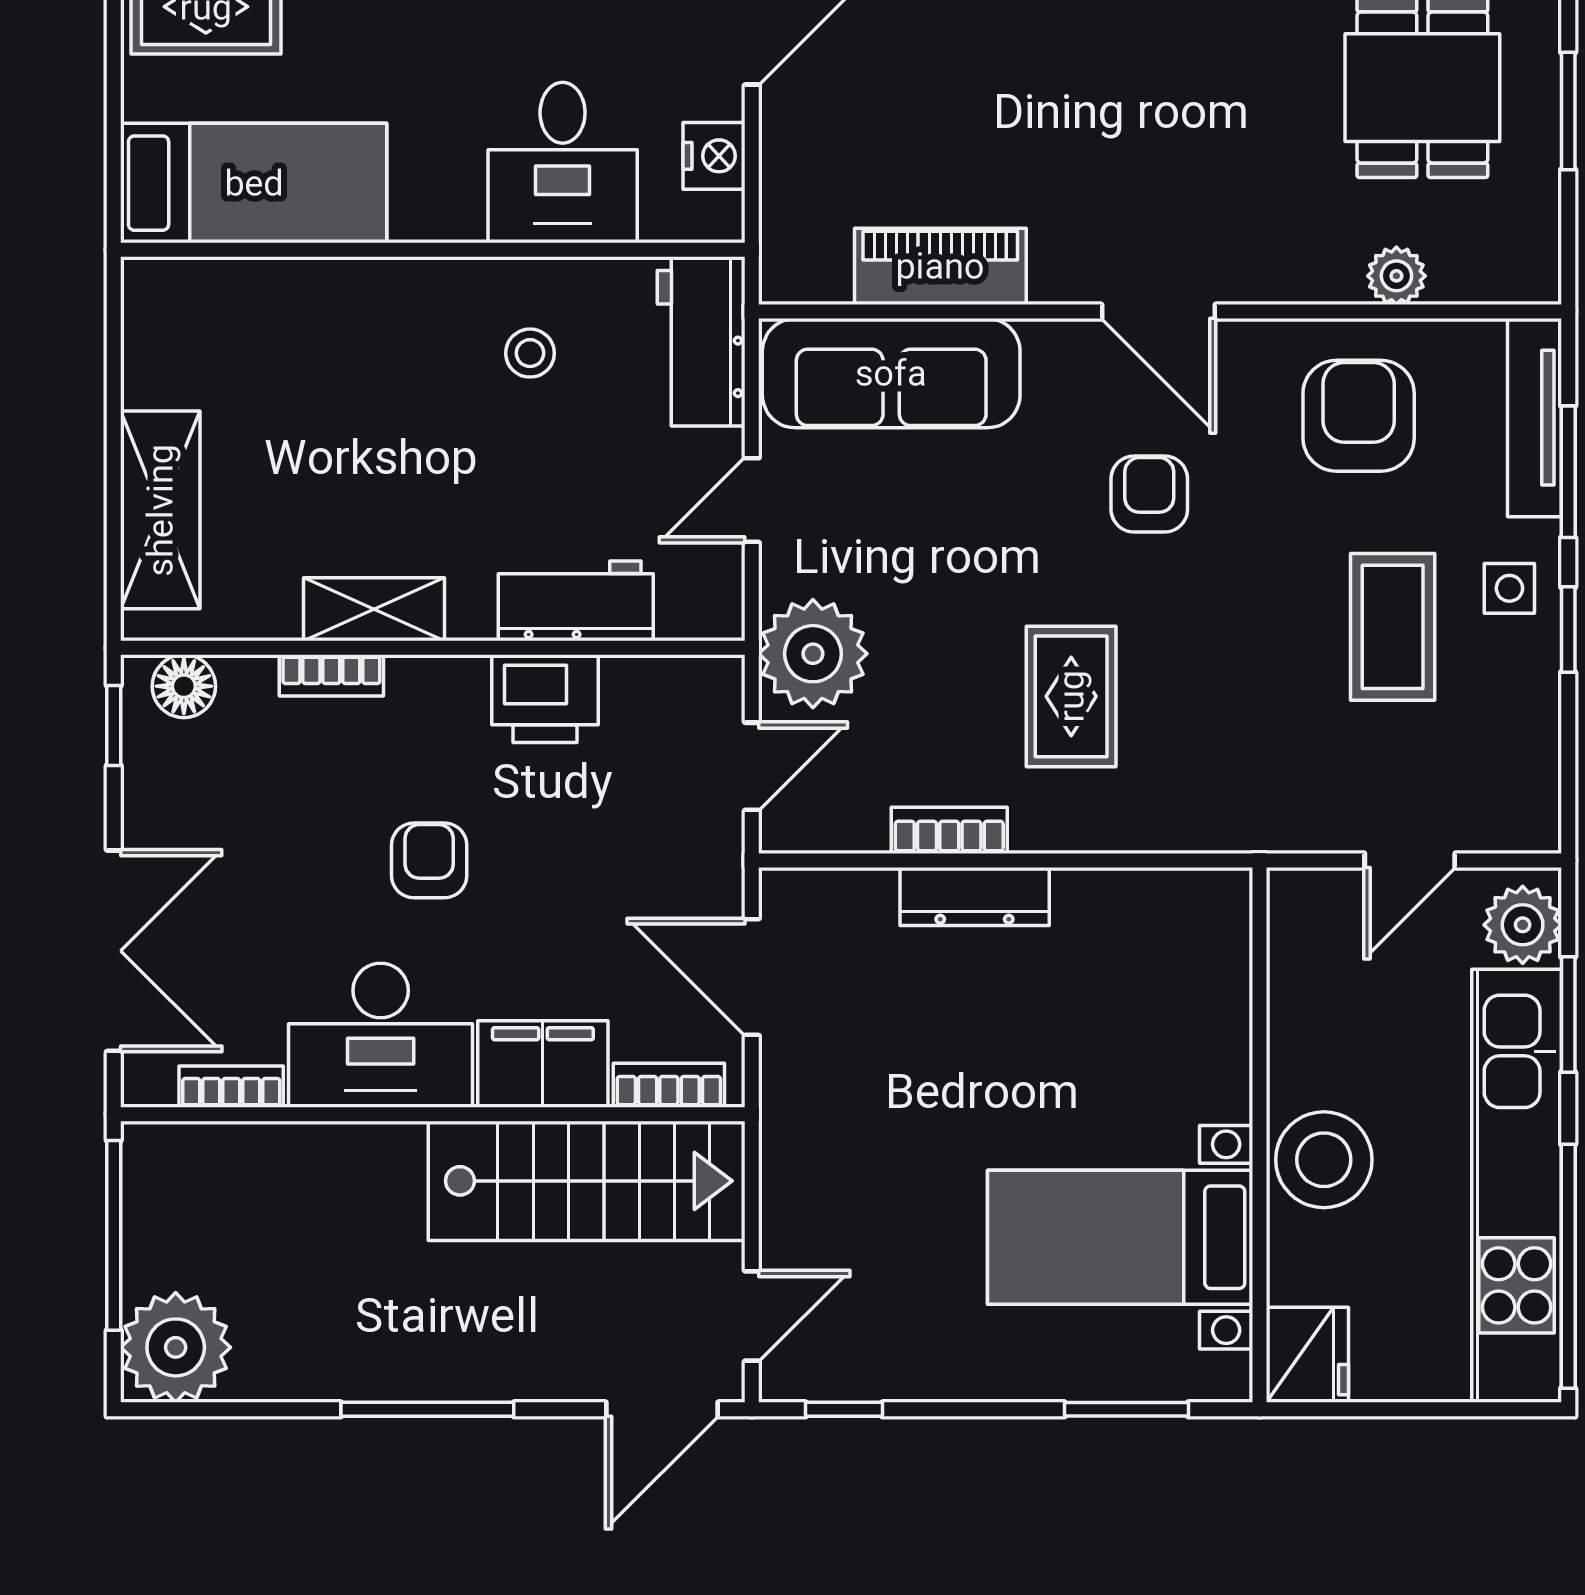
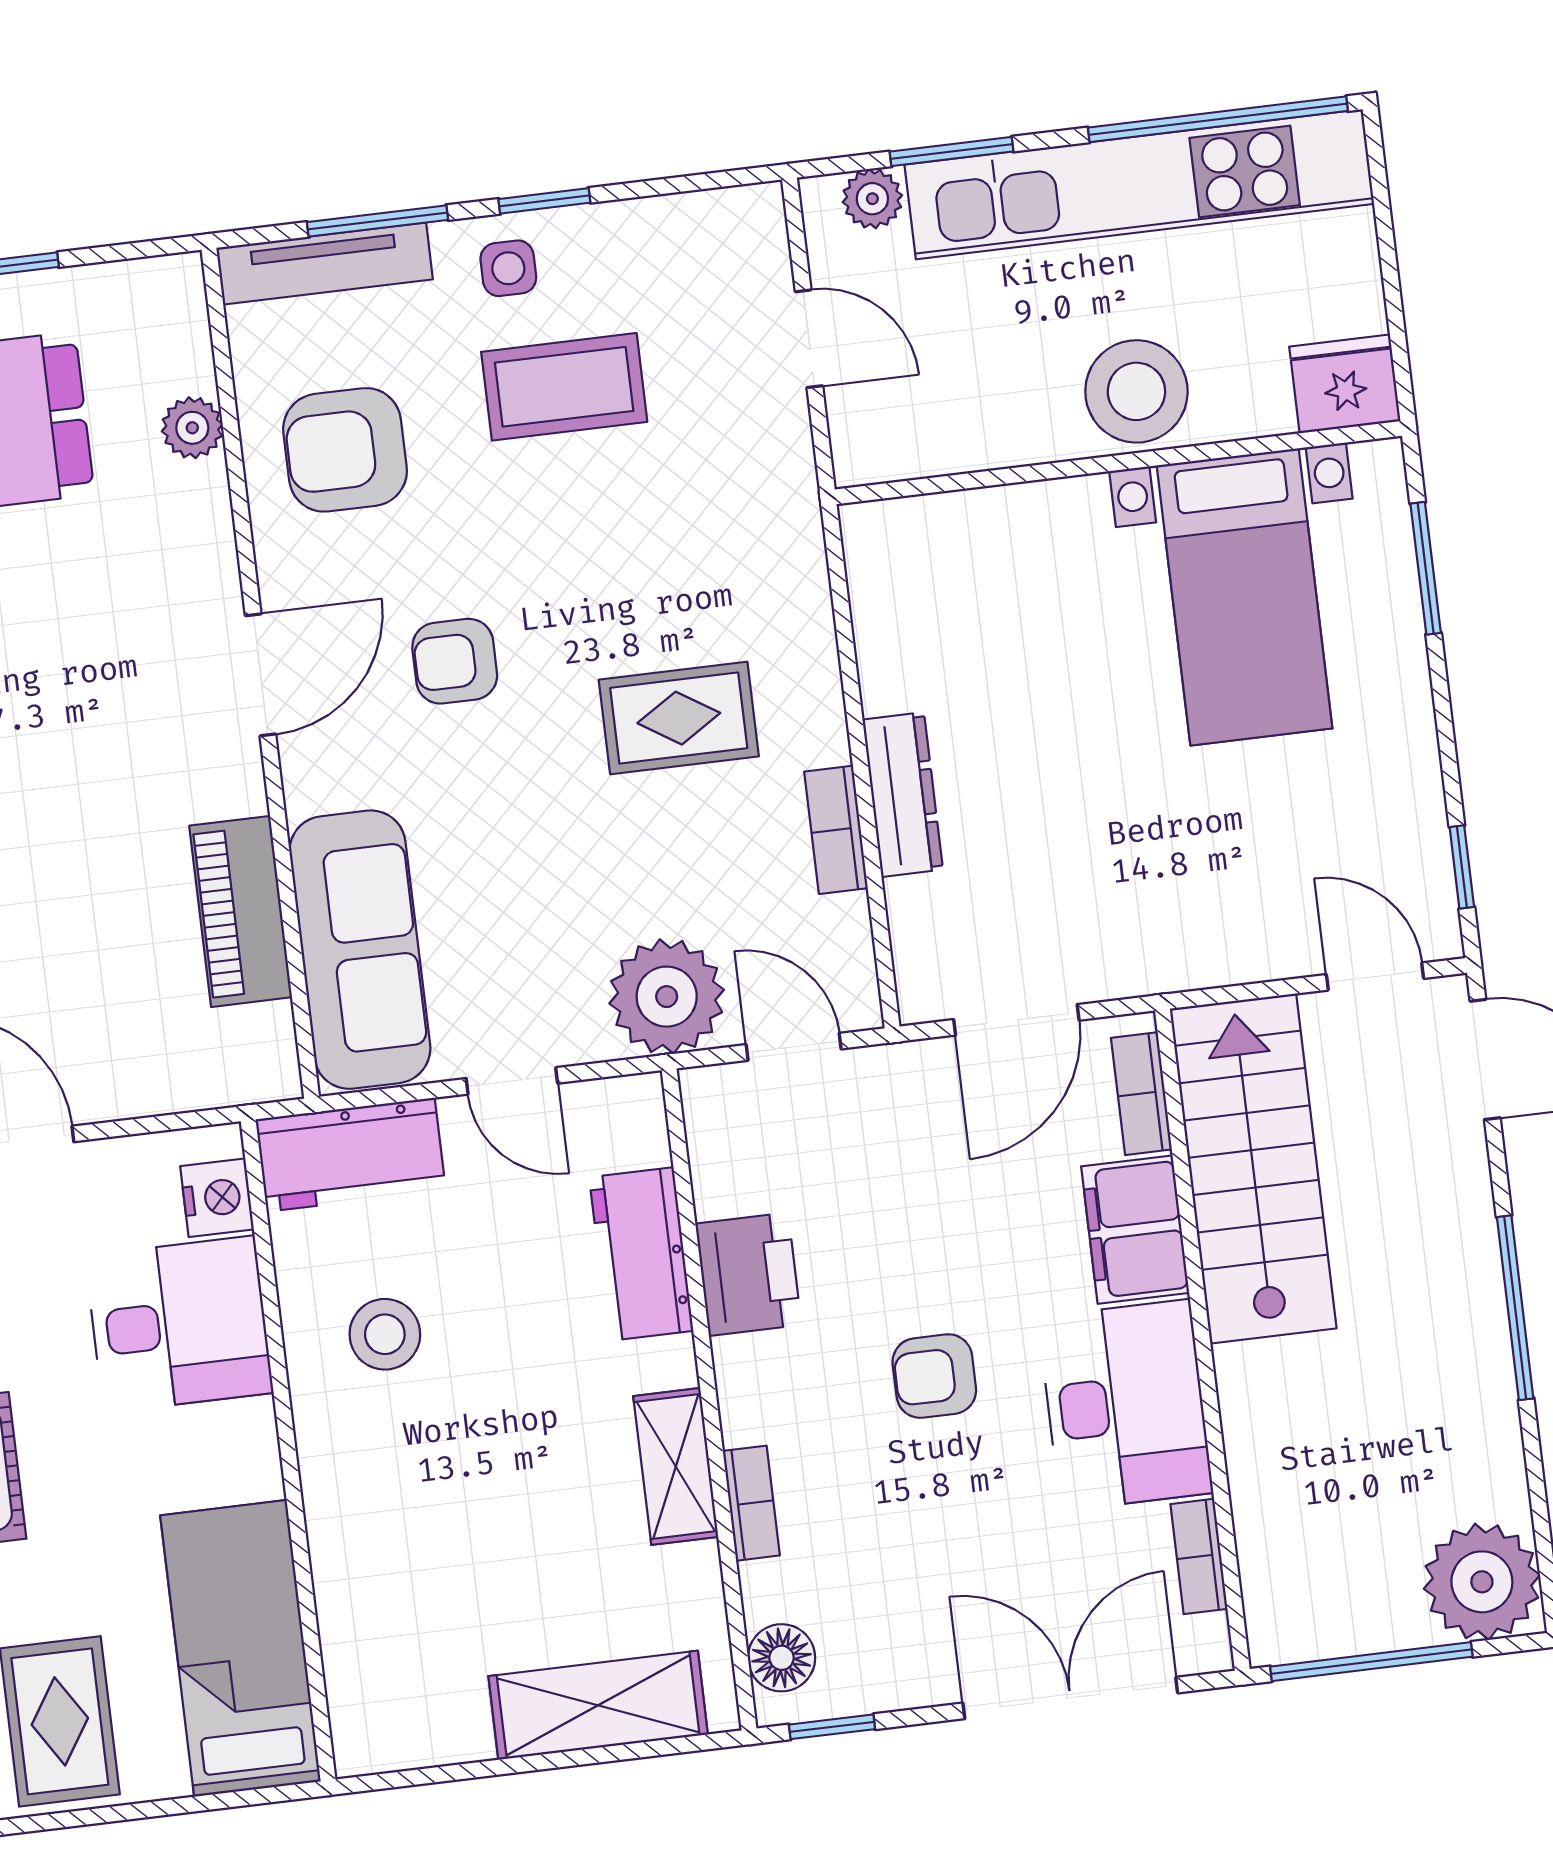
nightstand: (714, 156) -> (217, 1198), moved, turned 90
stool: (530, 353) -> (385, 1334), width x1.37, depth x1.37
plant: (1523, 925) -> (872, 199), width x0.73, depth x0.73

